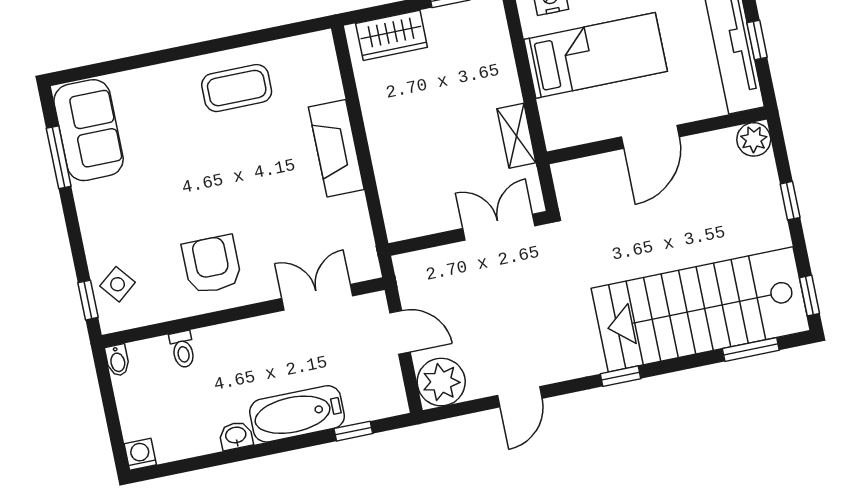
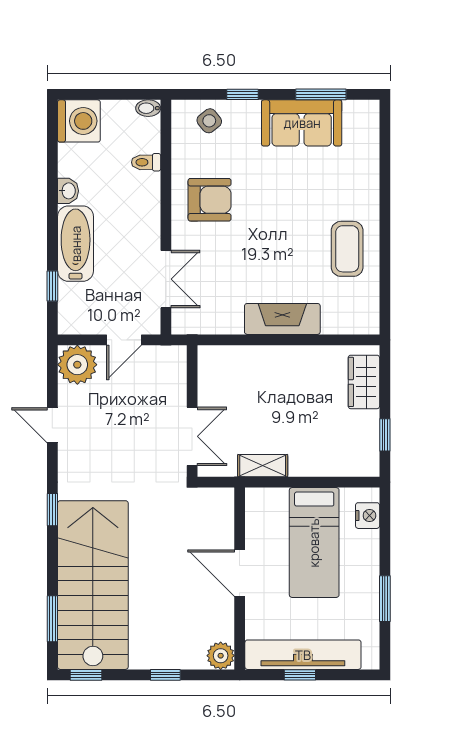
sofa: (89, 130) -> (302, 123), moved
window: (88, 300) -> (242, 94), moved
washing machine: (140, 454) -> (79, 121), width x1.89, depth x1.89

